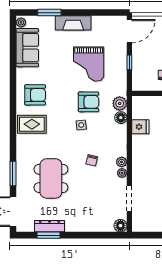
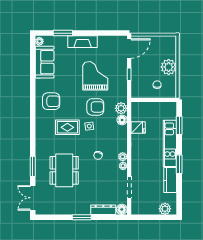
grand piano: (89, 64) -> (95, 76), turned 180
rug: (32, 124) -> (67, 127), moved
dresser: (49, 226) -> (103, 210), moved
window: (48, 235) -> (82, 217), moved

